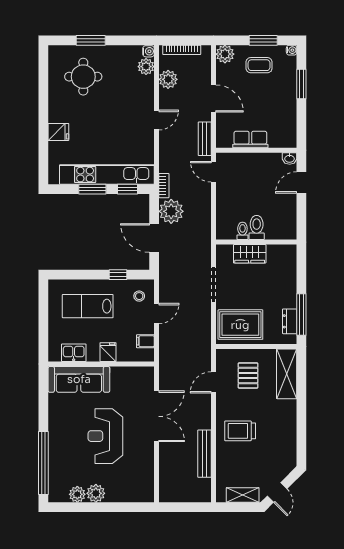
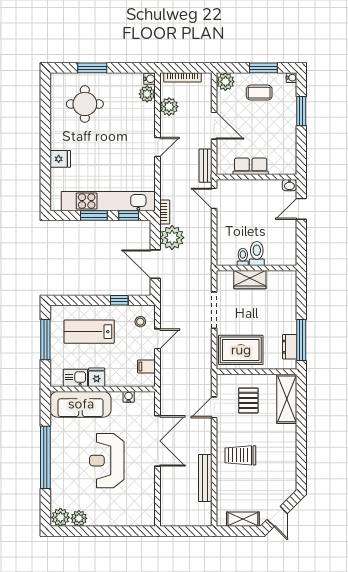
window: (43, 314) -> (45, 340), added
fridge: (108, 352) -> (97, 377), moved
water cooler: (127, 372) -> (129, 397), added
window: (43, 463) -> (45, 457), moved
plant: (96, 493) -> (60, 517), moved

